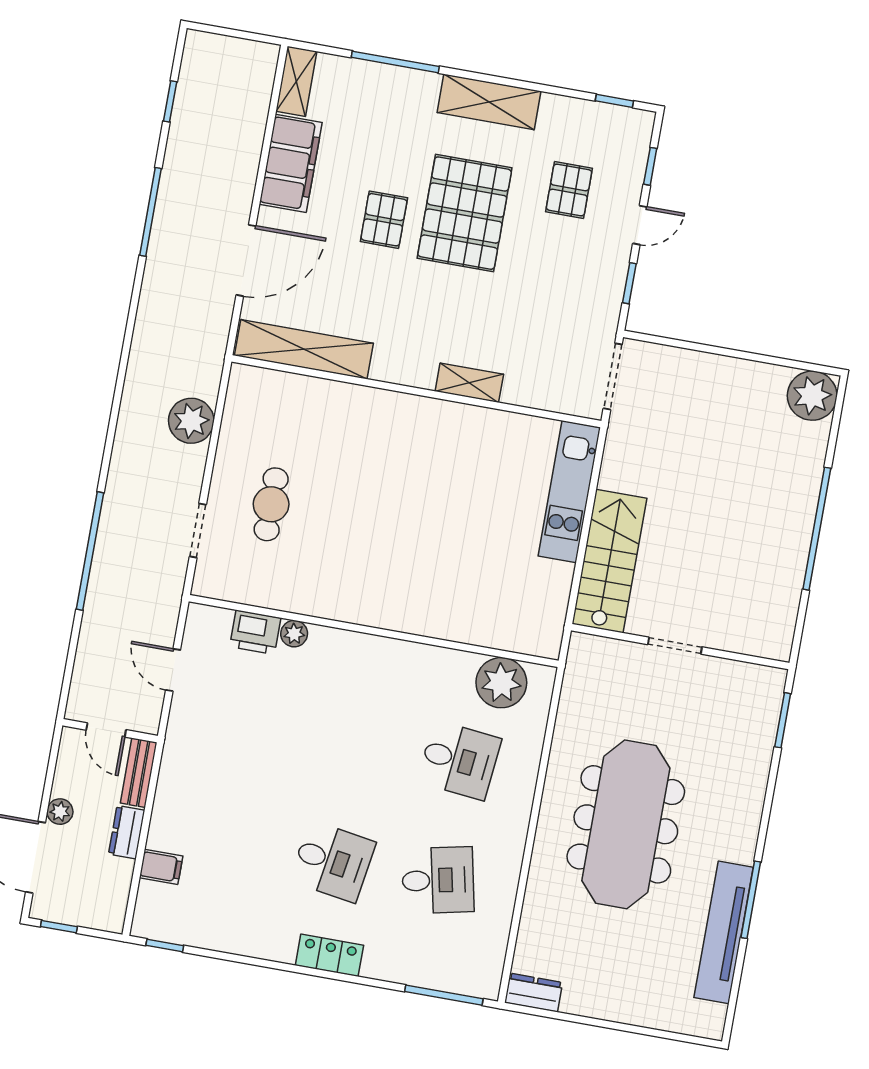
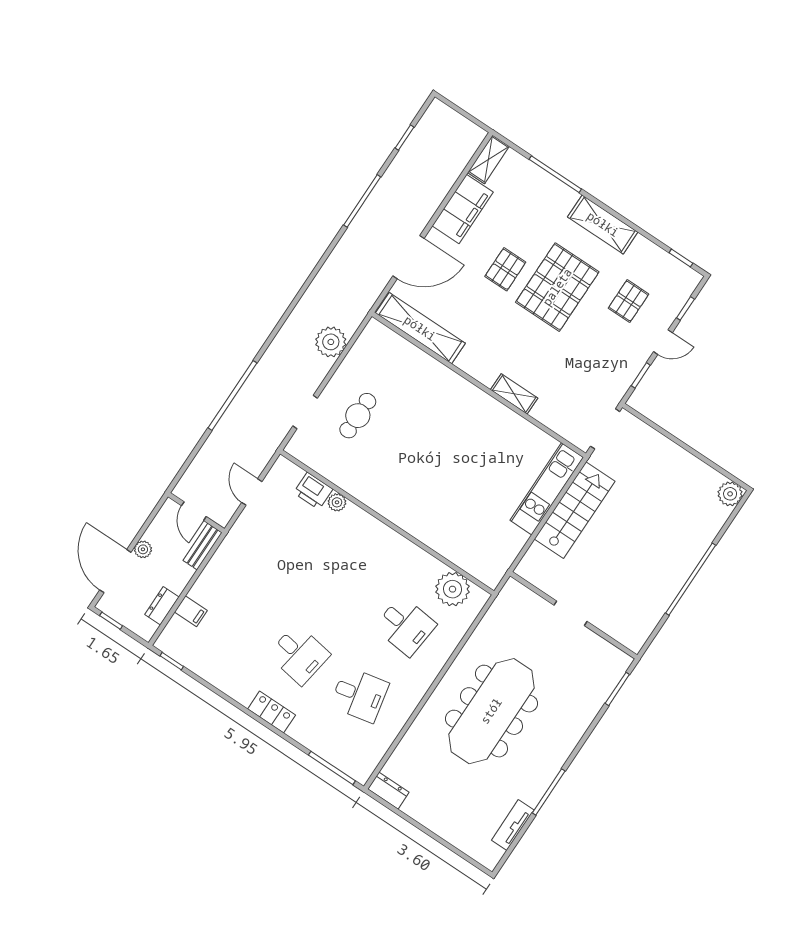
plant: (812, 396) -> (730, 494), width x0.73, depth x0.73
stairs: (609, 561) -> (575, 510), moved
dresser: (127, 832) -> (162, 606), moved
tv unit: (724, 932) -> (513, 825), width x0.52, depth x0.78

